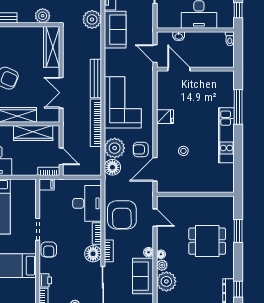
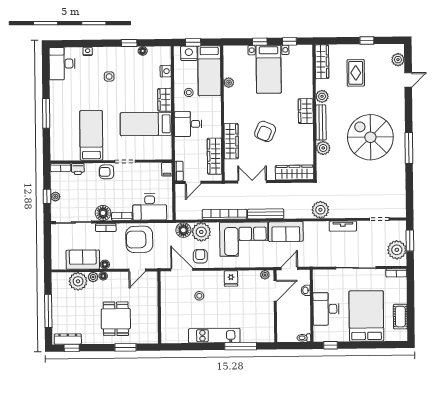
plant: (43, 16) -> (323, 148), moved
sofa: (115, 30) -> (286, 232), moved
plant: (161, 80) -> (265, 275), added

